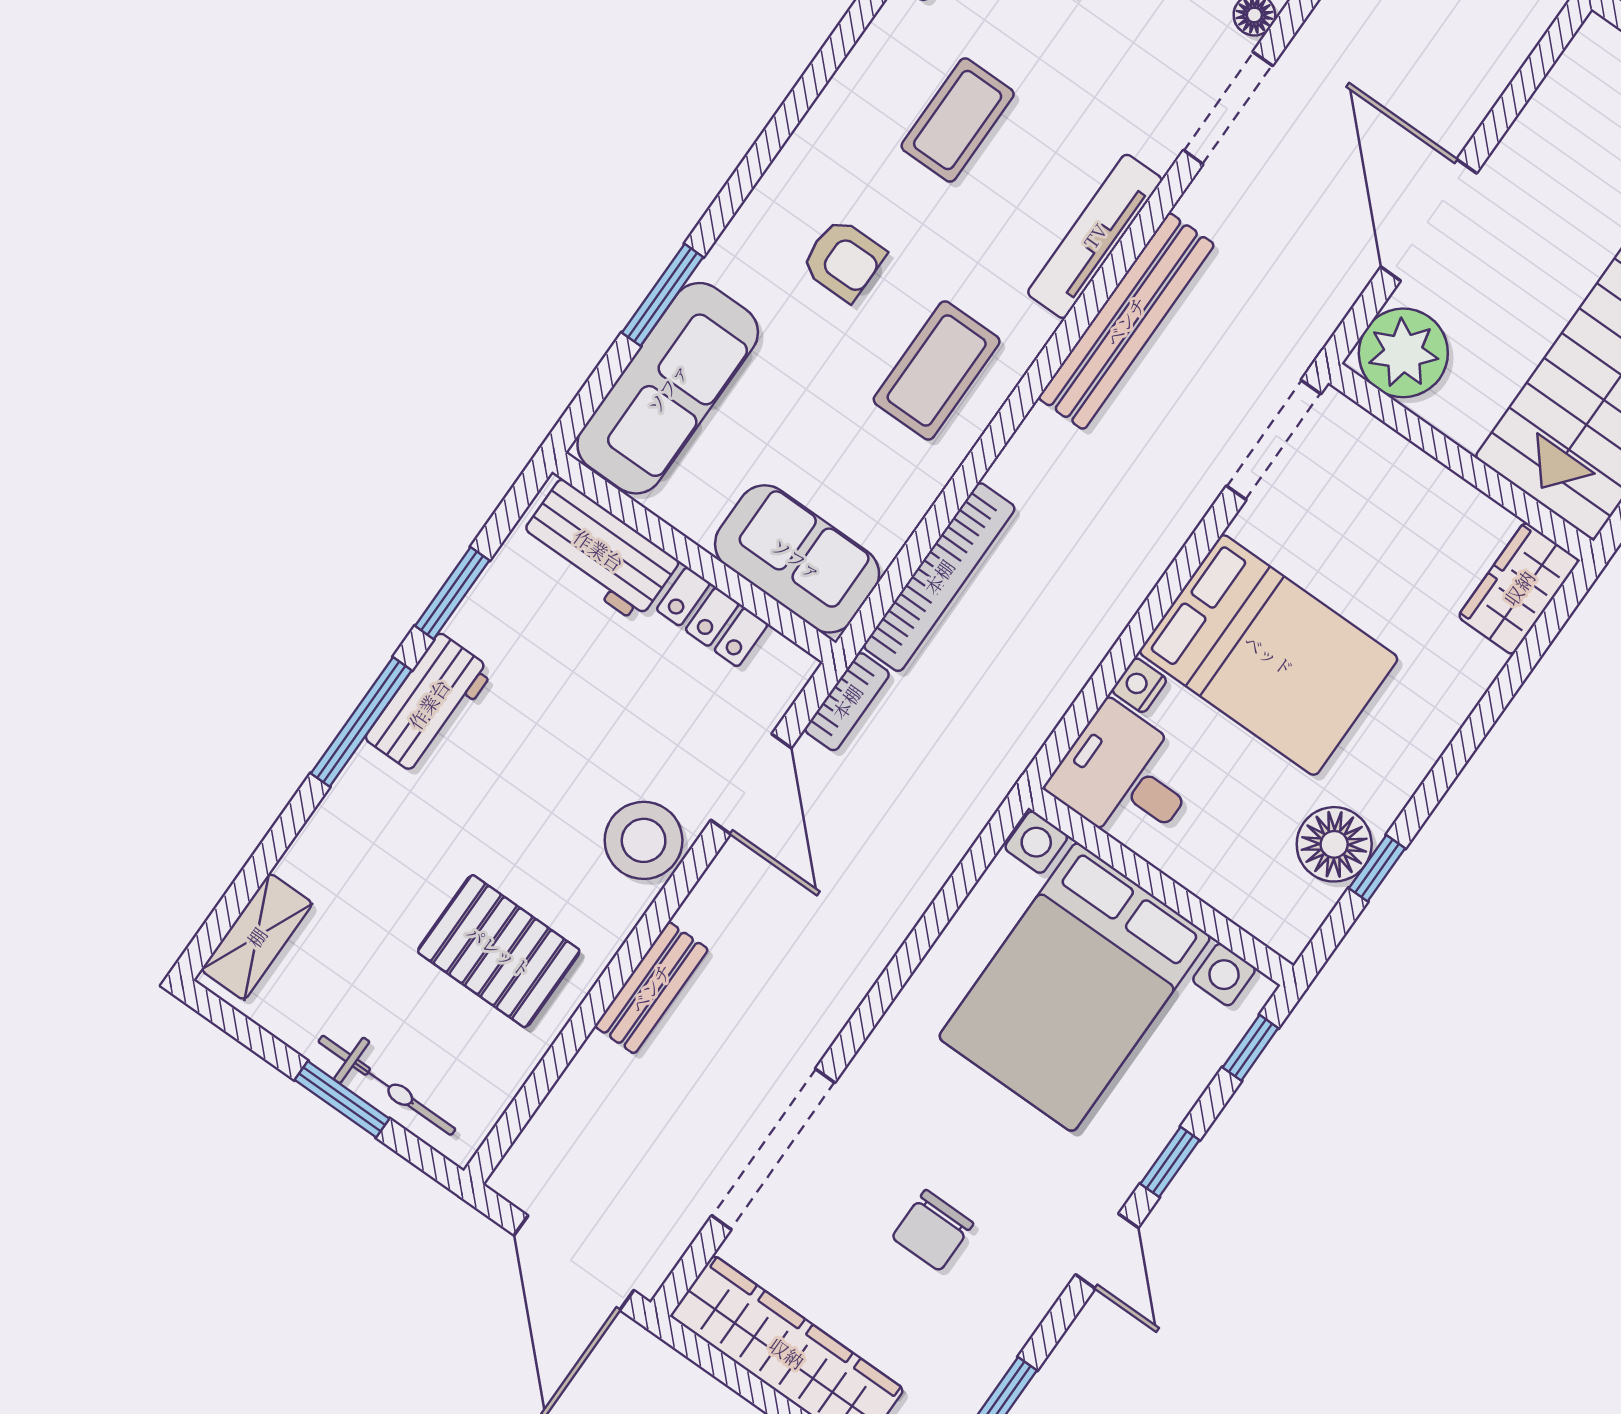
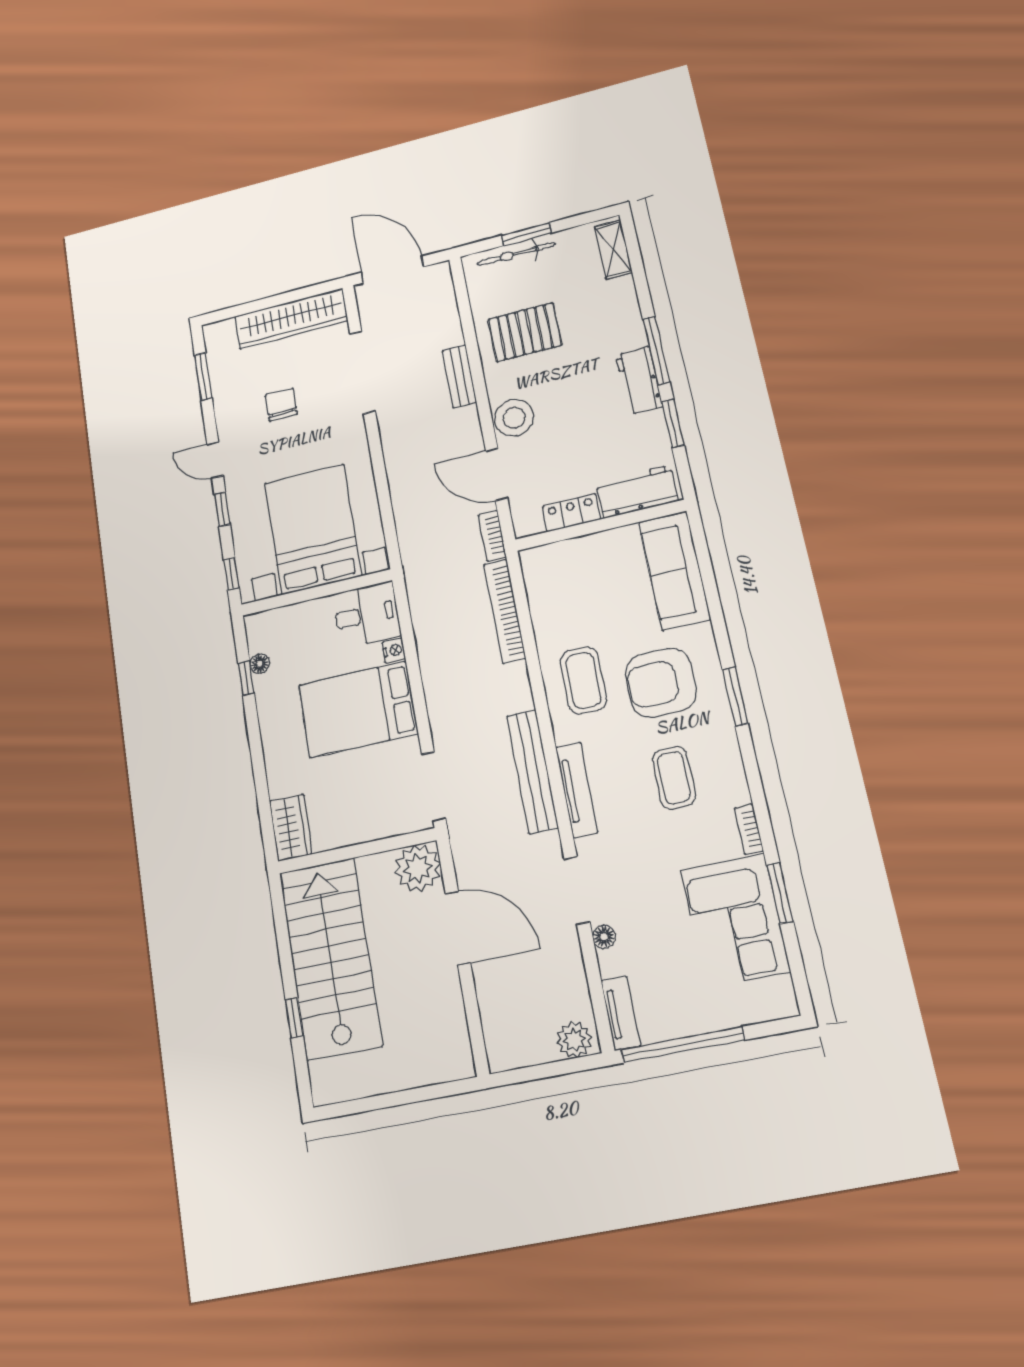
armchair: (843, 260) -> (661, 683), width x1.88, depth x1.88
window: (663, 295) -> (735, 696), moved
sofa: (797, 559) -> (563, 564), removed
floor lamp: (1334, 844) -> (260, 664), width x0.53, depth x0.53

